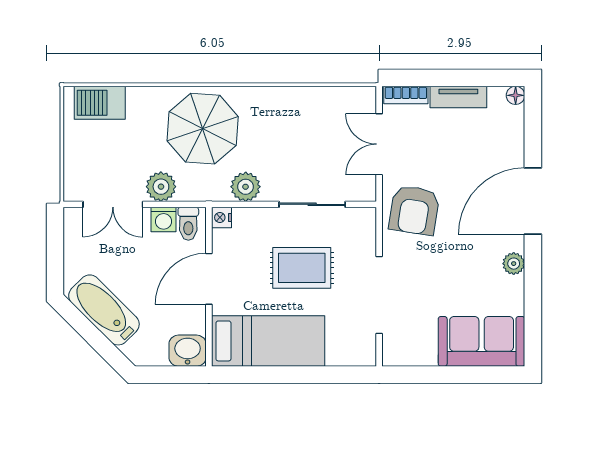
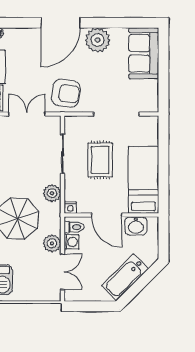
double door: (379, 144) -> (27, 114), swing flipped
door: (533, 201) -> (61, 23), hinge flipped
plant: (514, 264) -> (98, 40), width x1.88, depth x1.88
washbasin: (188, 351) -> (136, 226), moved, turned -90

